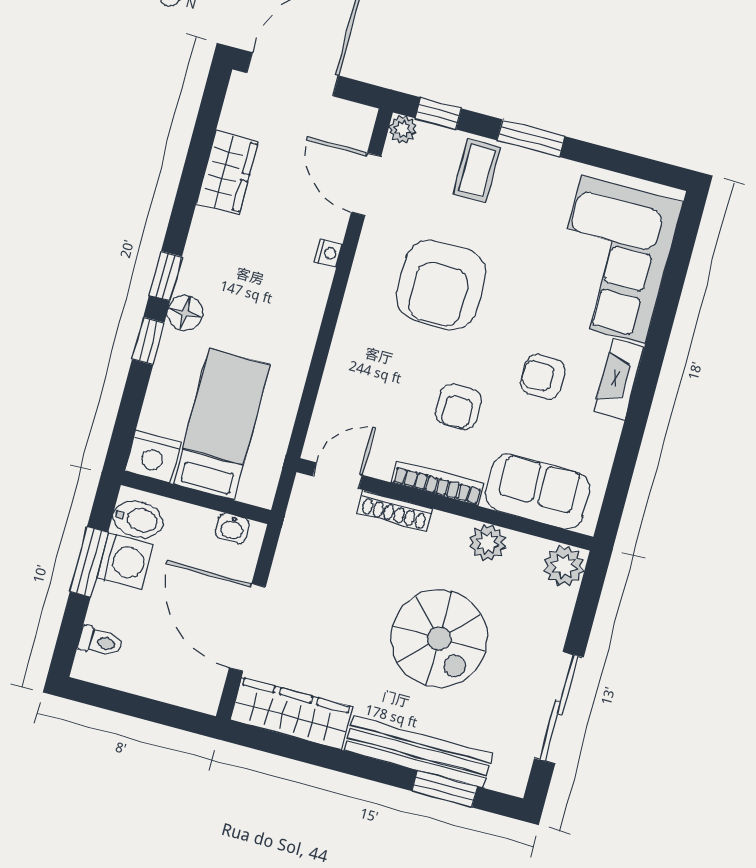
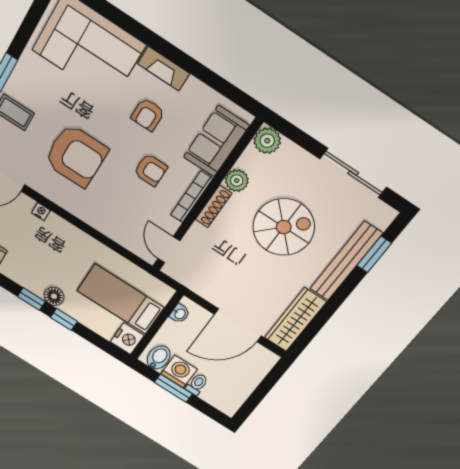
shoe rack: (395, 511) -> (214, 206), moved
toilet: (100, 642) -> (197, 384), moved

